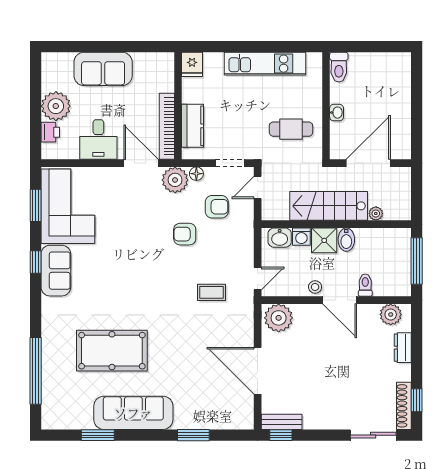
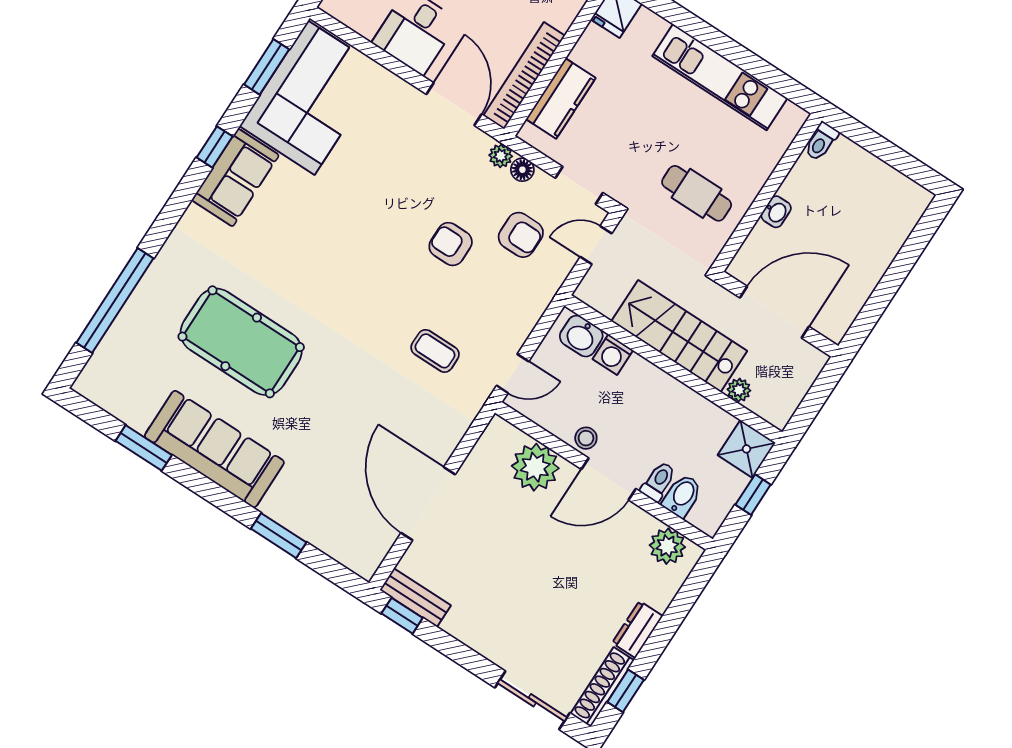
toilet: (339, 67) -> (821, 142), width x0.73, depth x0.72
plant: (175, 180) -> (501, 156), width x0.53, depth x0.53
shower: (324, 240) -> (746, 449), moved
bidet: (346, 240) -> (682, 496), moved, turned 180
window: (417, 261) -> (753, 495), width x0.46
door: (340, 300) -> (609, 479), hinge flipped
plant: (279, 318) -> (535, 467), moved
dresser: (403, 348) -> (637, 629), moved

